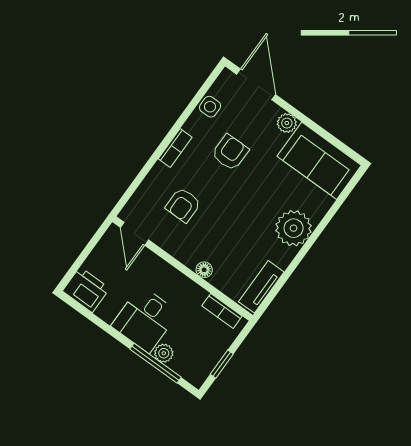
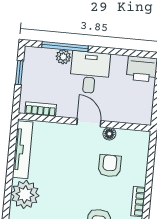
door: (134, 234) -> (89, 123), moved
floor lamp: (204, 270) -> (109, 134), moved
tv unit: (261, 287) -> (23, 150), width x1.41

